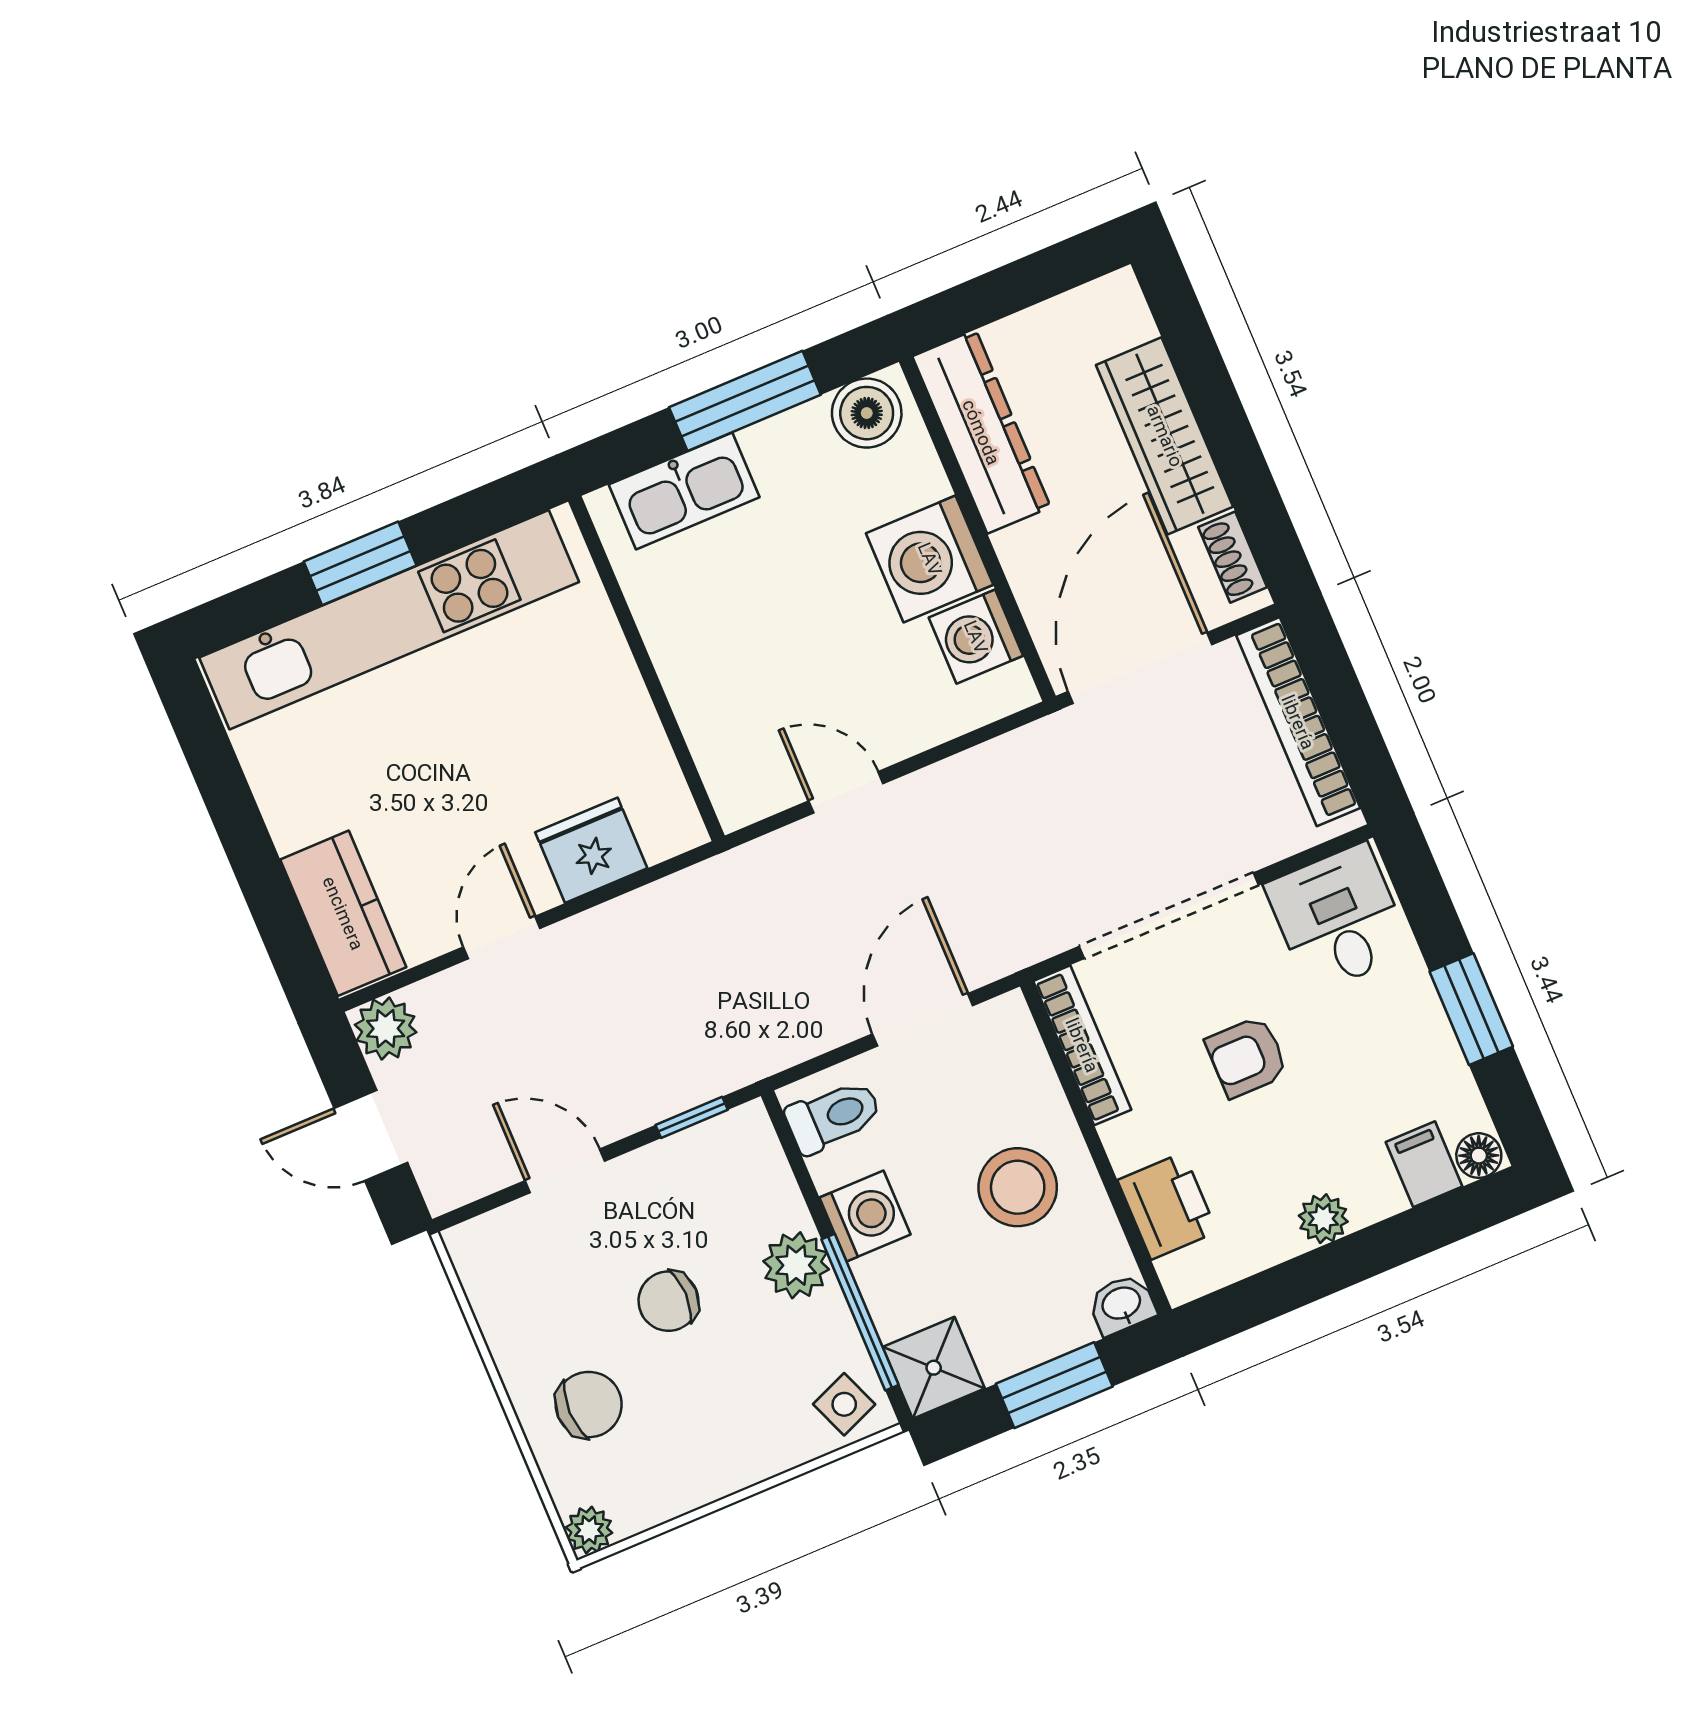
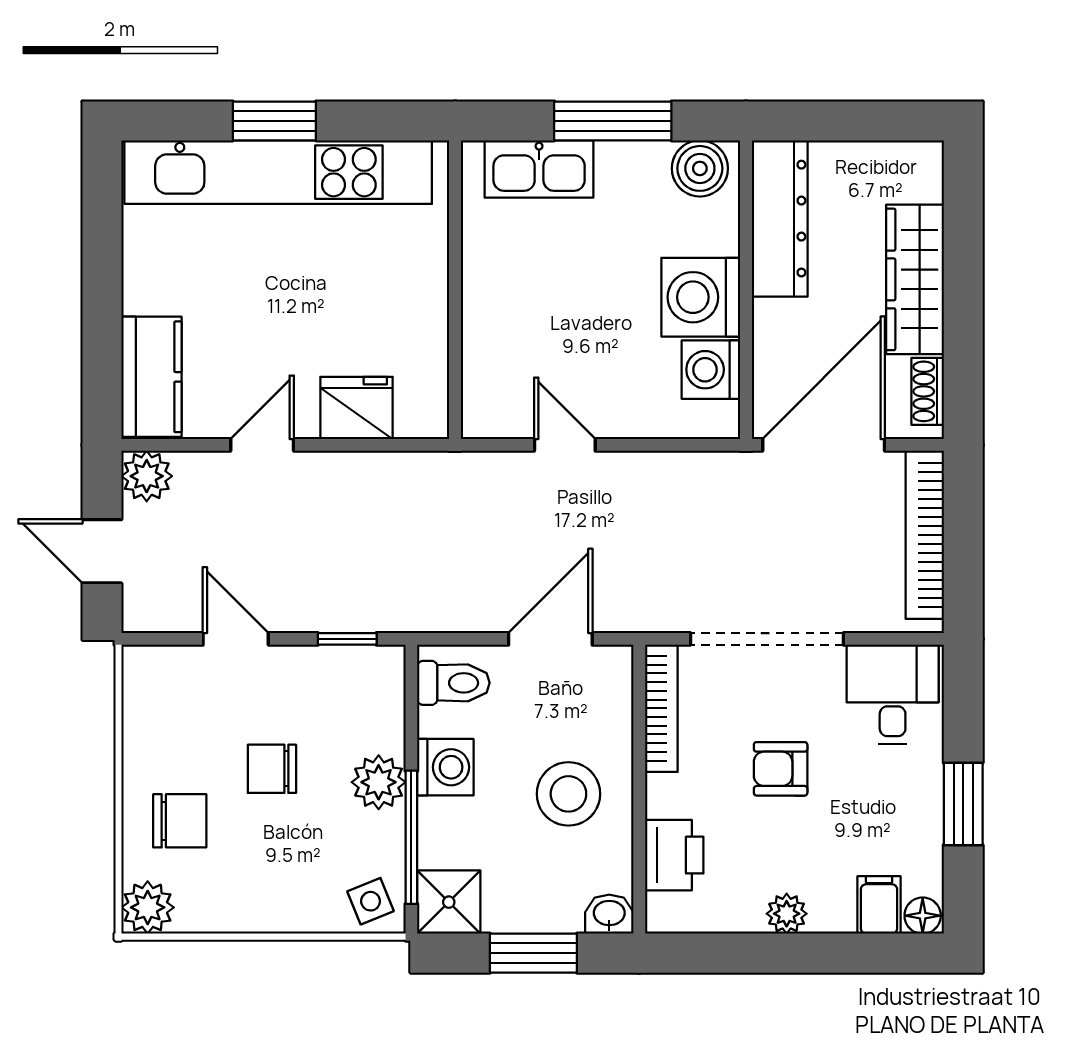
plant: (589, 1530) -> (148, 907), width x1.38, depth x1.38

